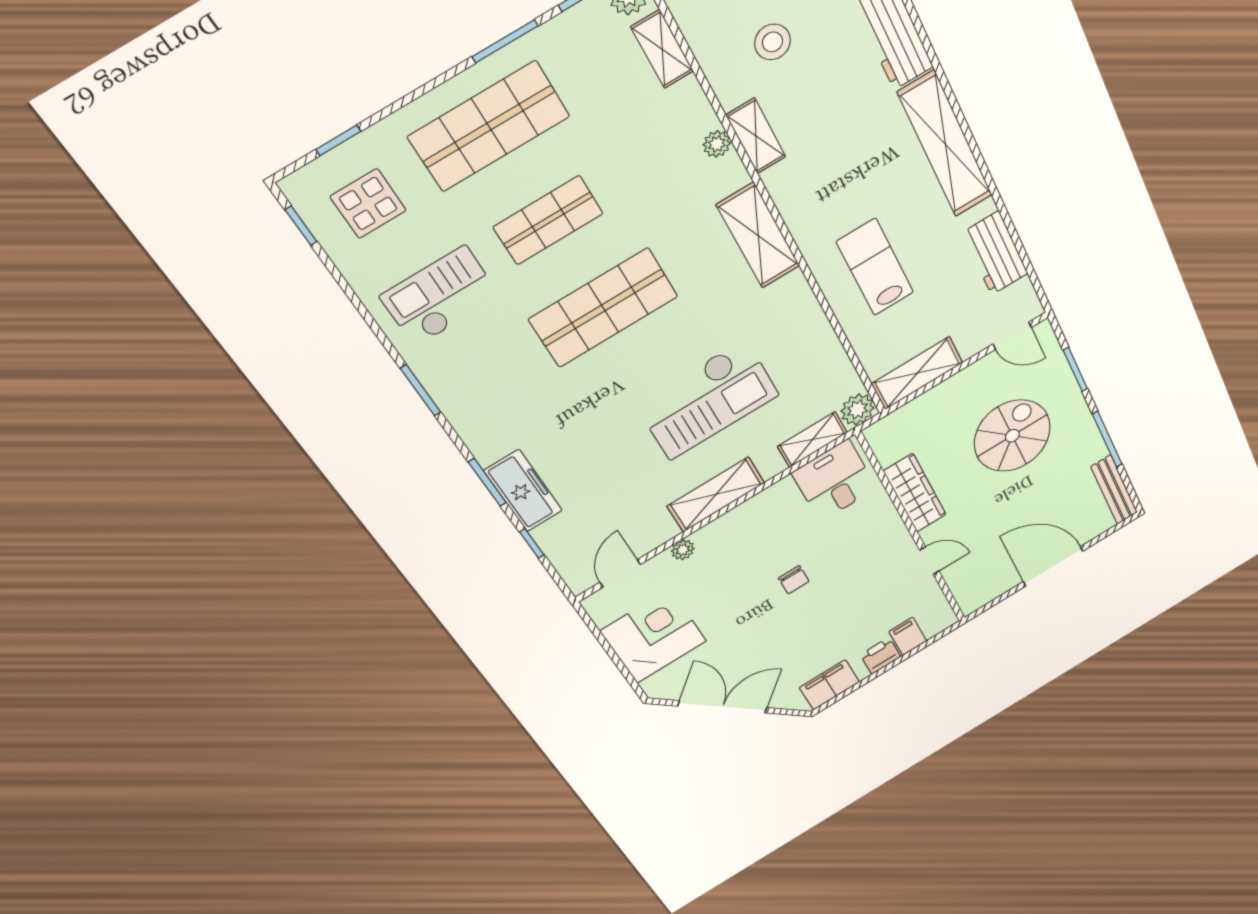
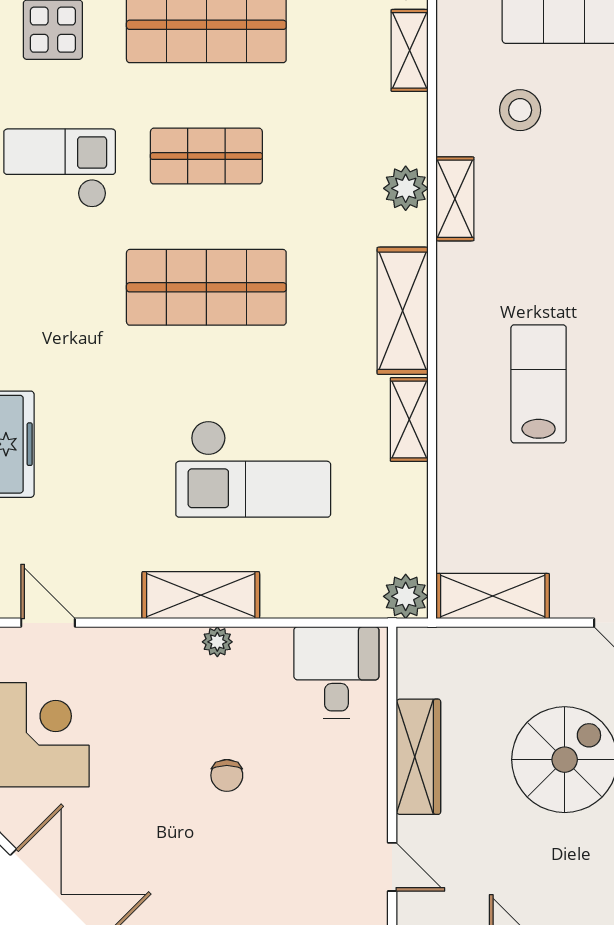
plant: (717, 144) -> (406, 188), width x1.38, depth x1.38
lab bench: (875, 267) -> (539, 384), moved
shelving: (812, 440) -> (409, 420), moved, turned 90
plant: (683, 550) -> (217, 642), moved
door: (620, 573) -> (48, 623), hinge flipped

